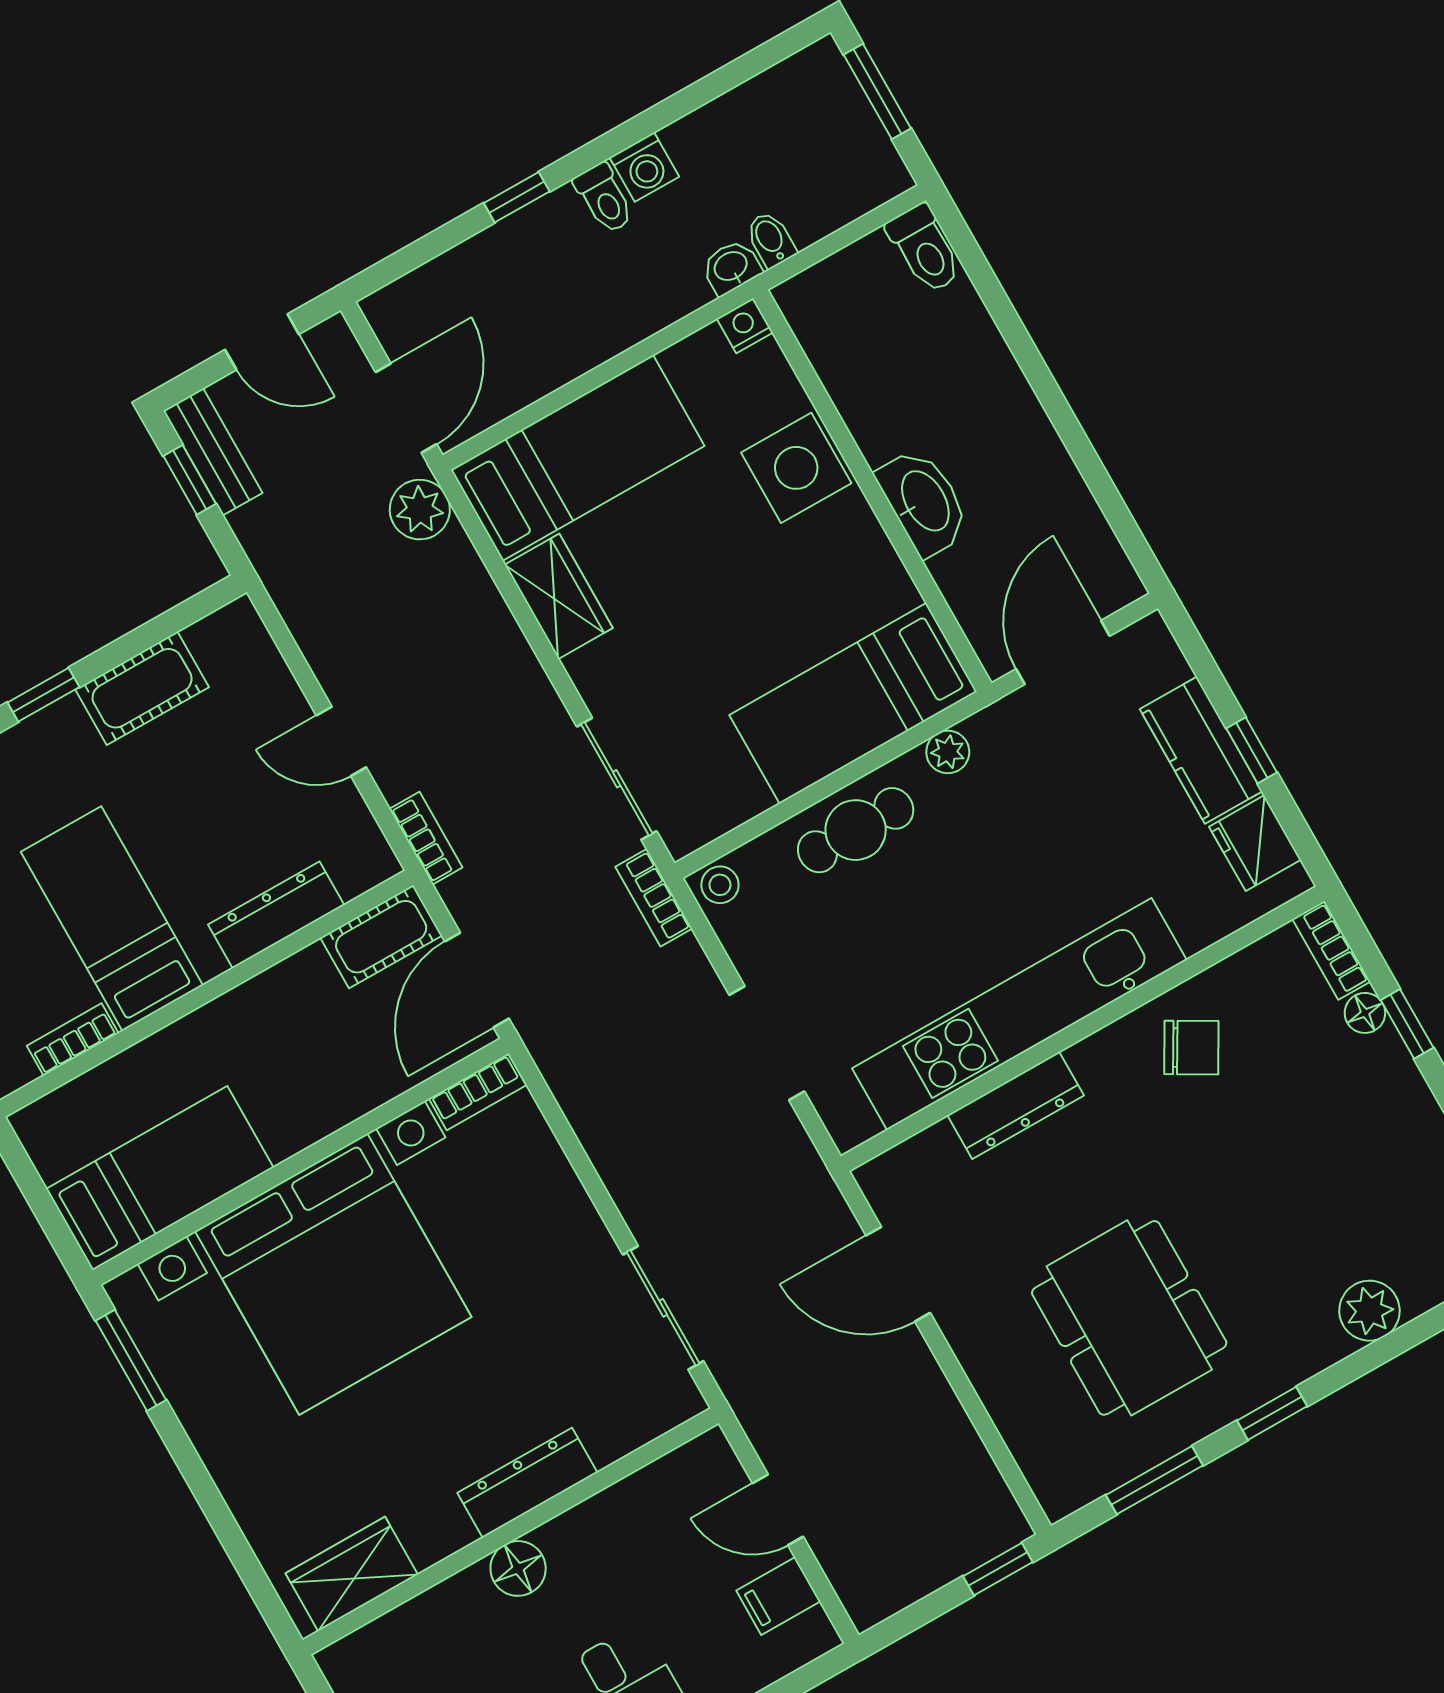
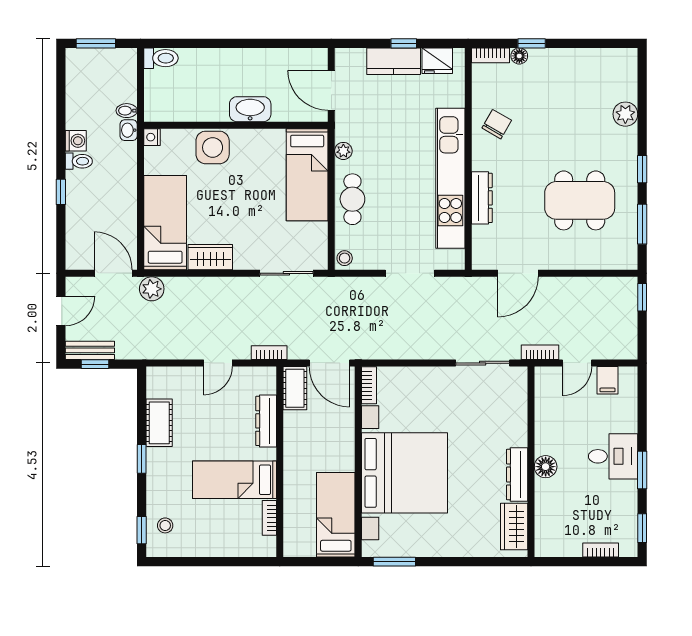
bookcase: (654, 898) -> (540, 352), moved, turned 180
dresser: (527, 1483) -> (517, 475), moved

